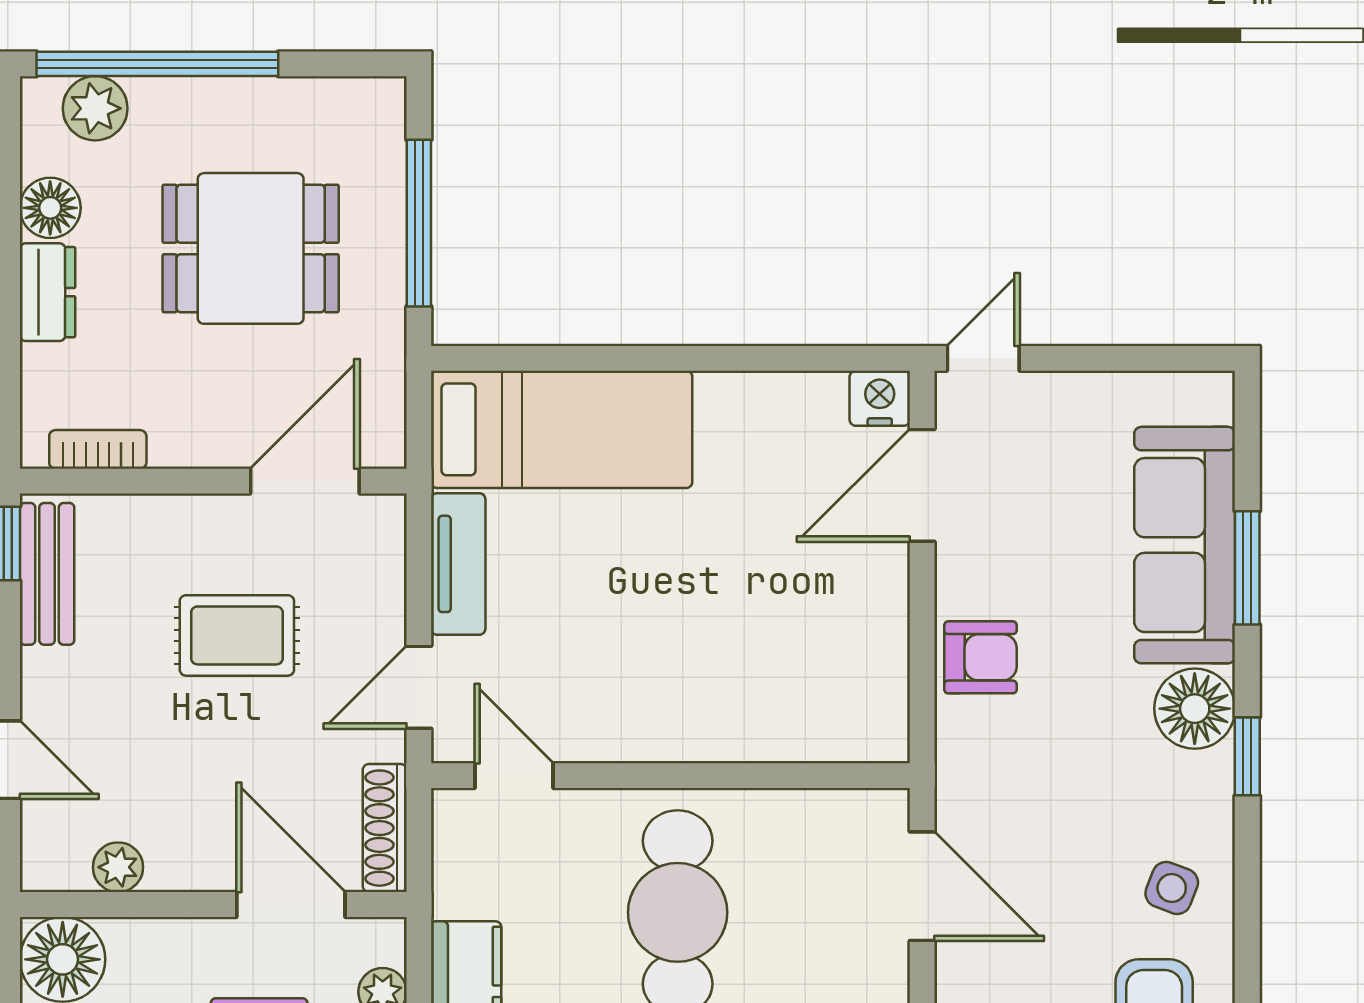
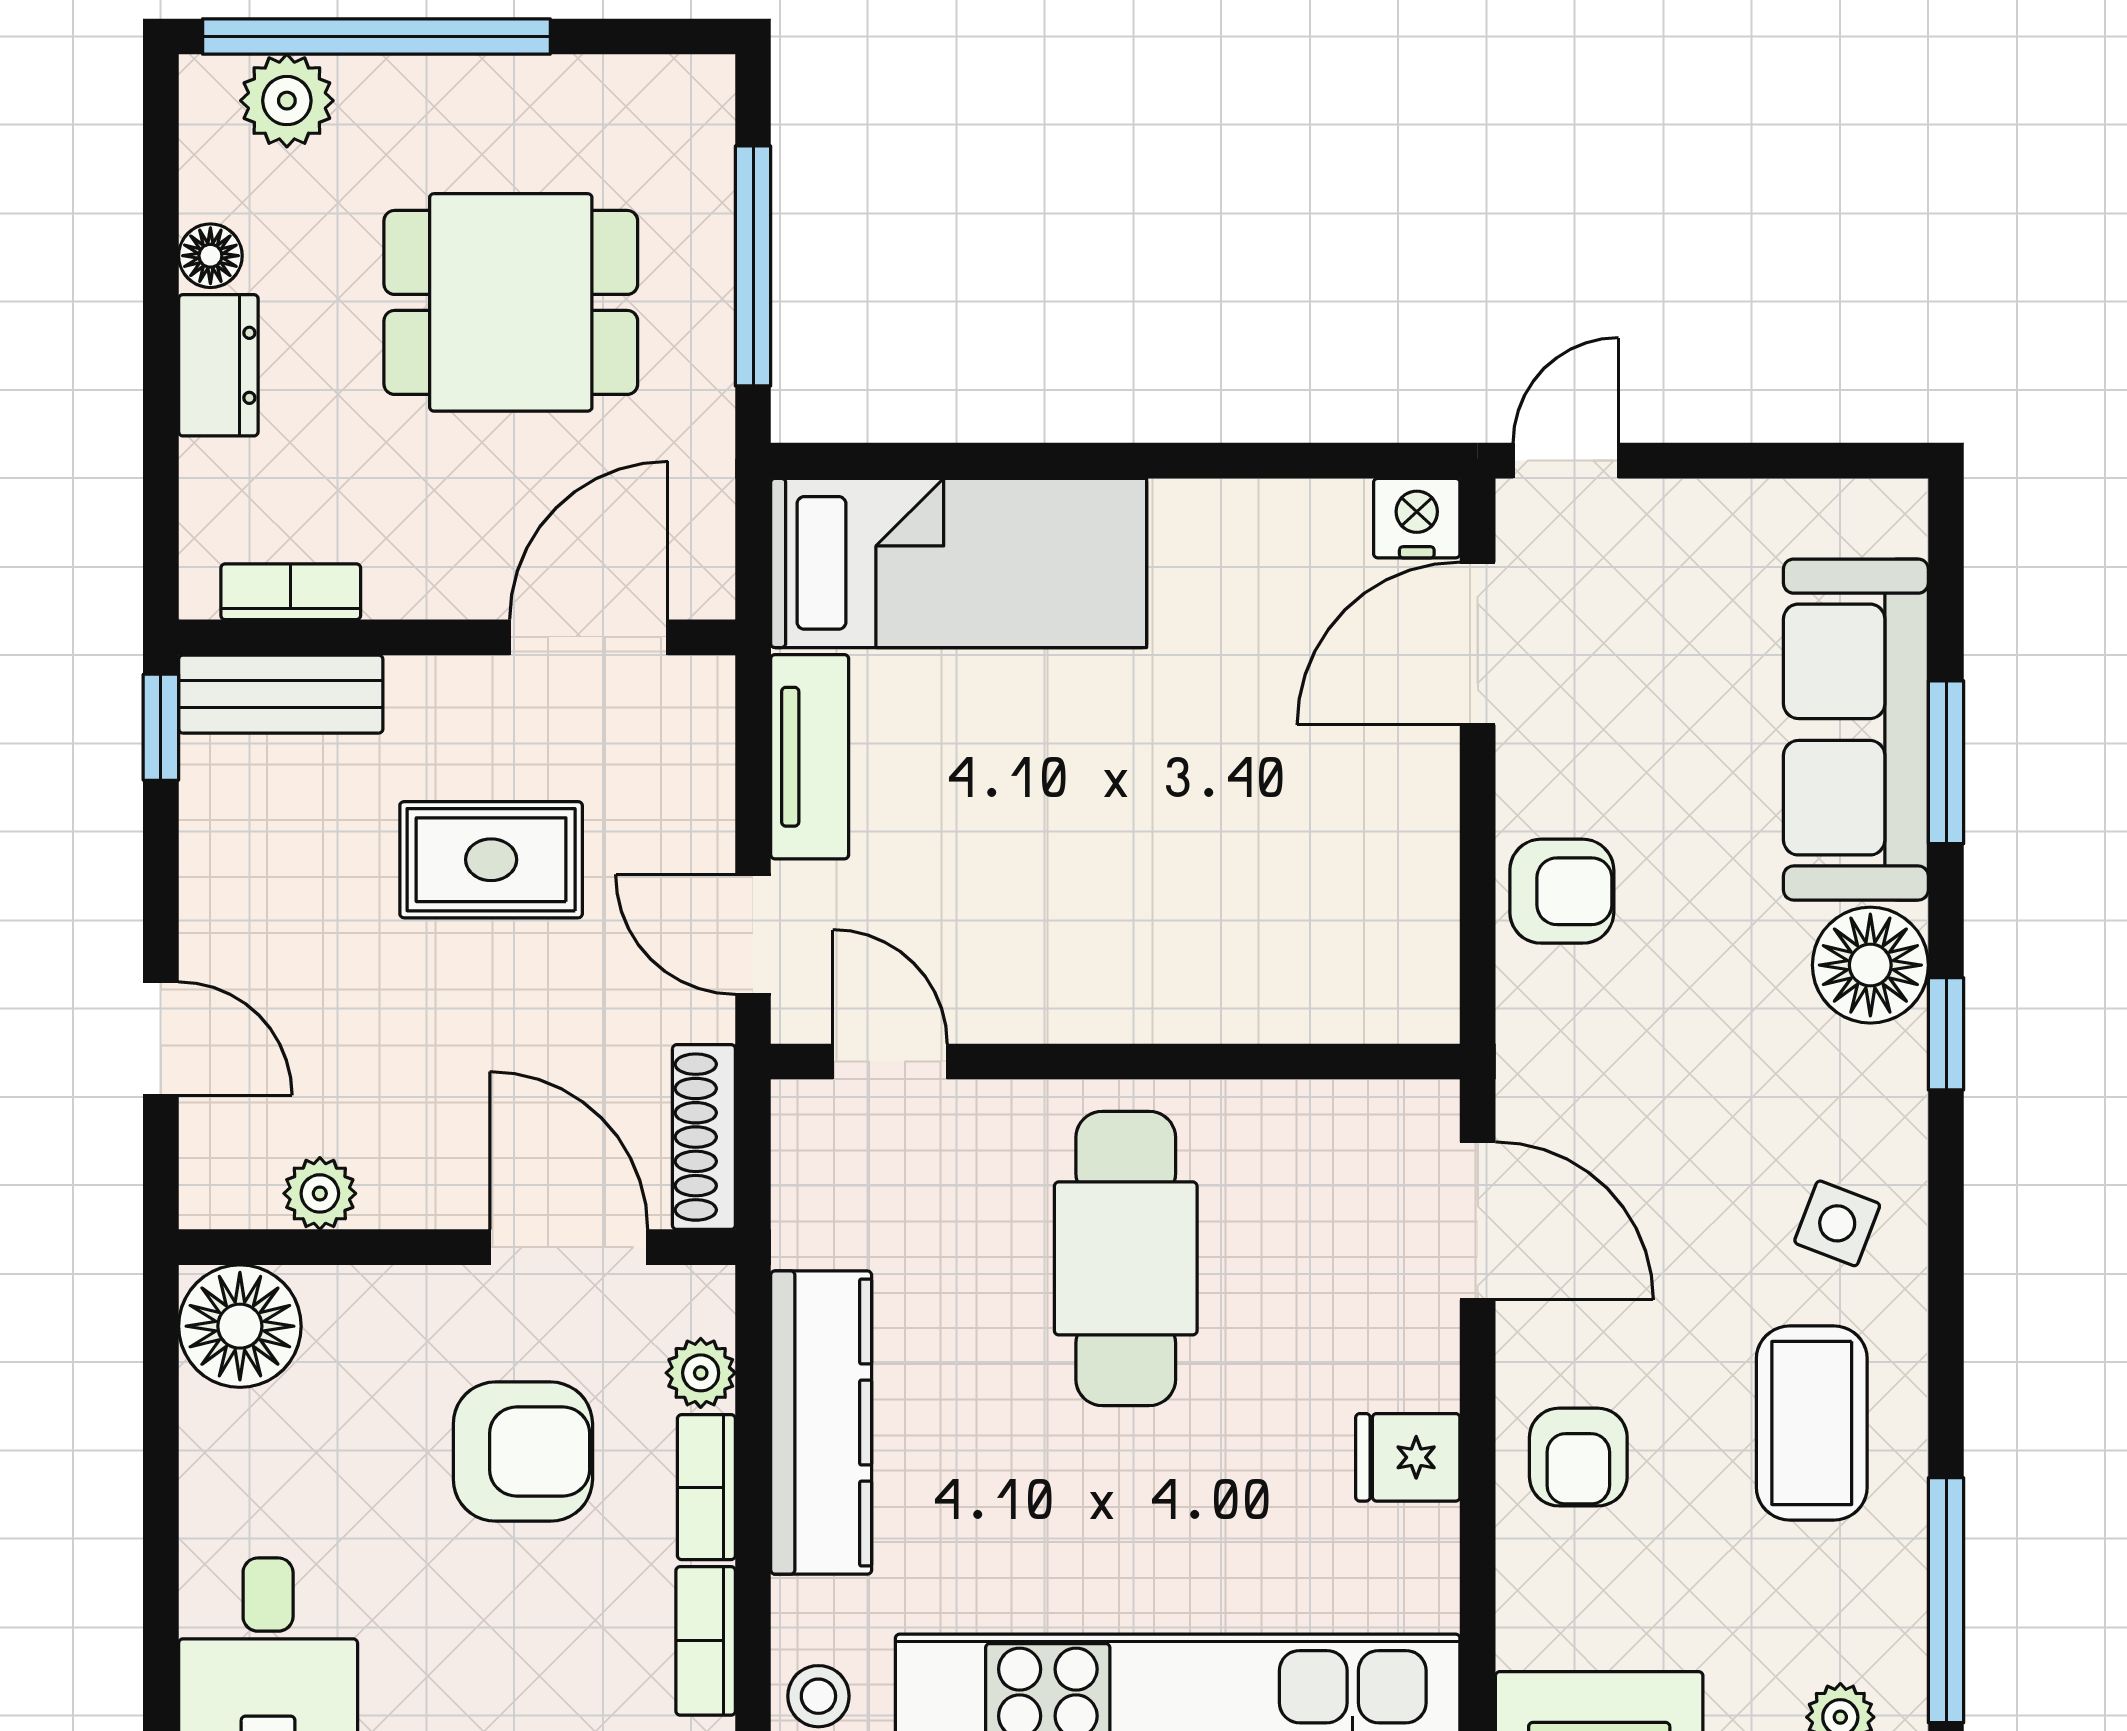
floor lamp: (50, 208) -> (210, 256), width x0.73, depth x0.73
bench: (47, 574) -> (281, 694), moved, turned 90
door: (419, 687) -> (753, 934), hinge flipped

